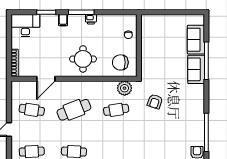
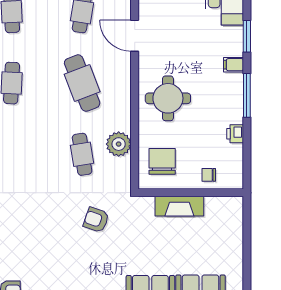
printer: (91, 19) -> (235, 134), moved
fireplace: (147, 52) -> (179, 206), added
plant: (125, 88) -> (119, 144), moved

